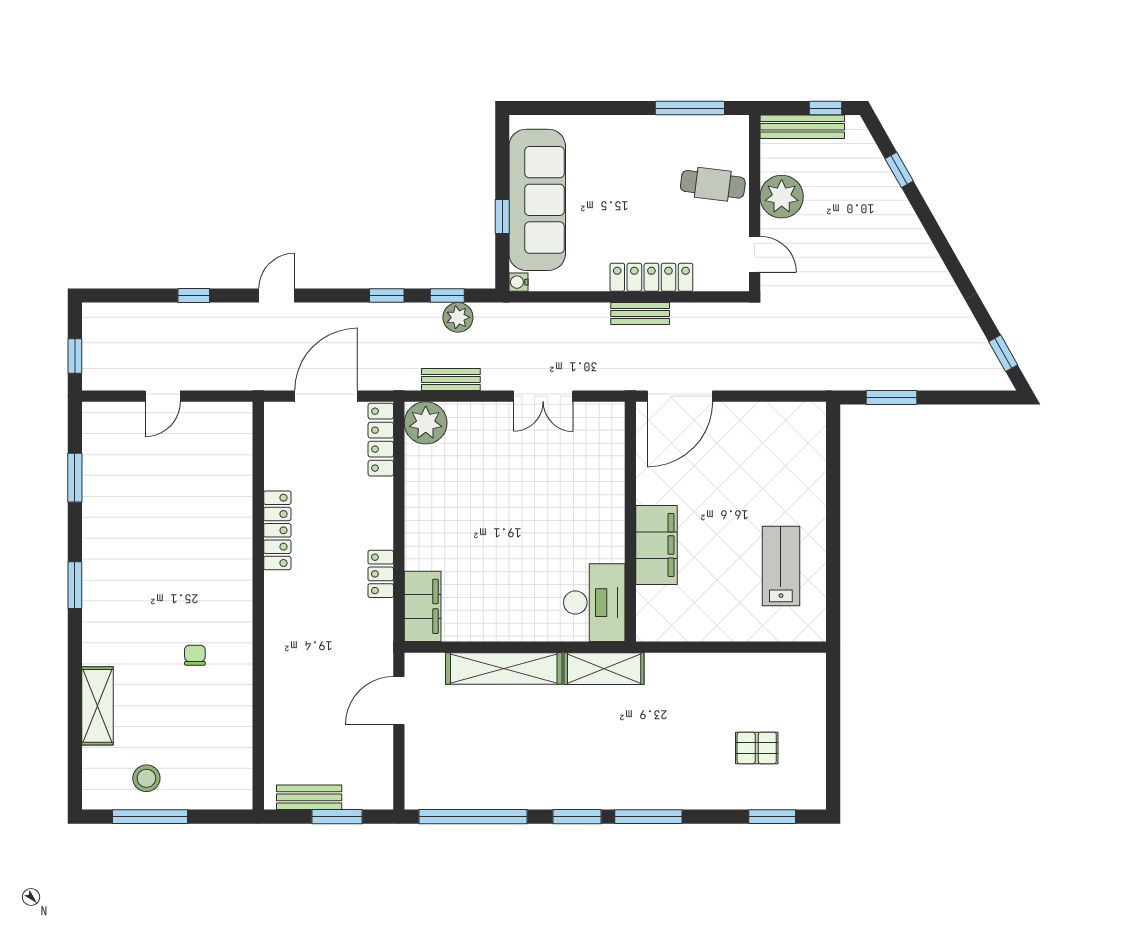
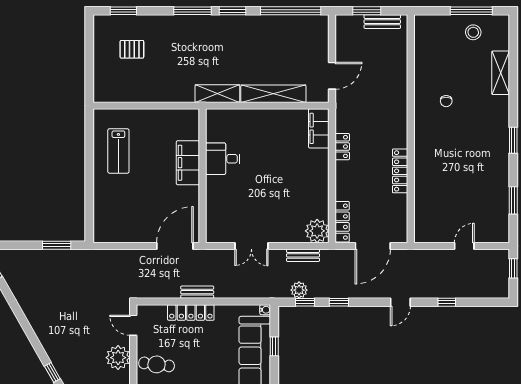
double door: (543, 396) -> (251, 246), swing flipped
desk: (594, 603) -> (223, 159), moved, width x0.73

